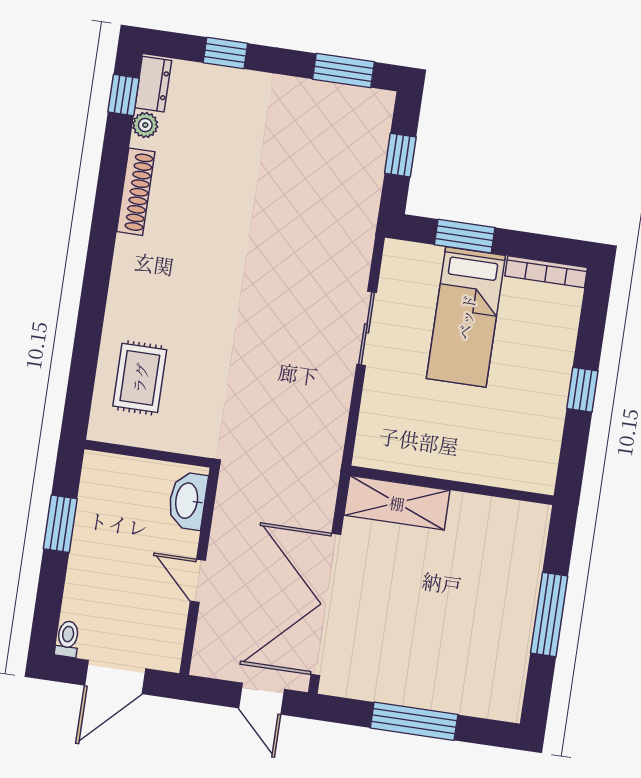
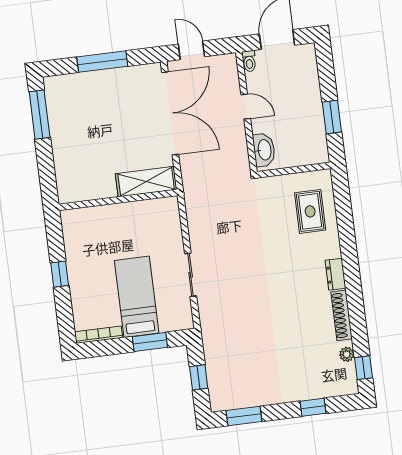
dresser: (153, 84) -> (336, 274), moved
window: (549, 614) -> (40, 115), moved
toilet: (67, 639) -> (249, 61), moved

